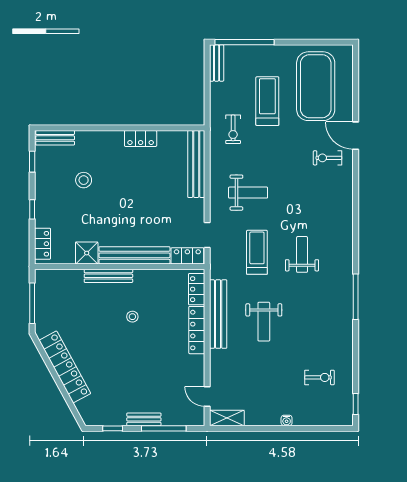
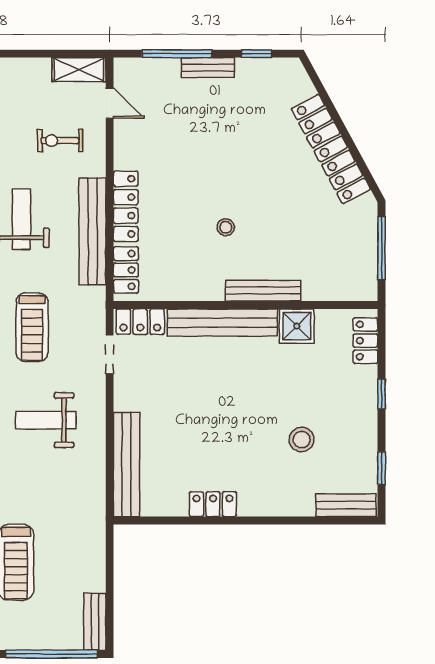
exercise bike: (233, 129) -> (60, 140), moved, turned -90

